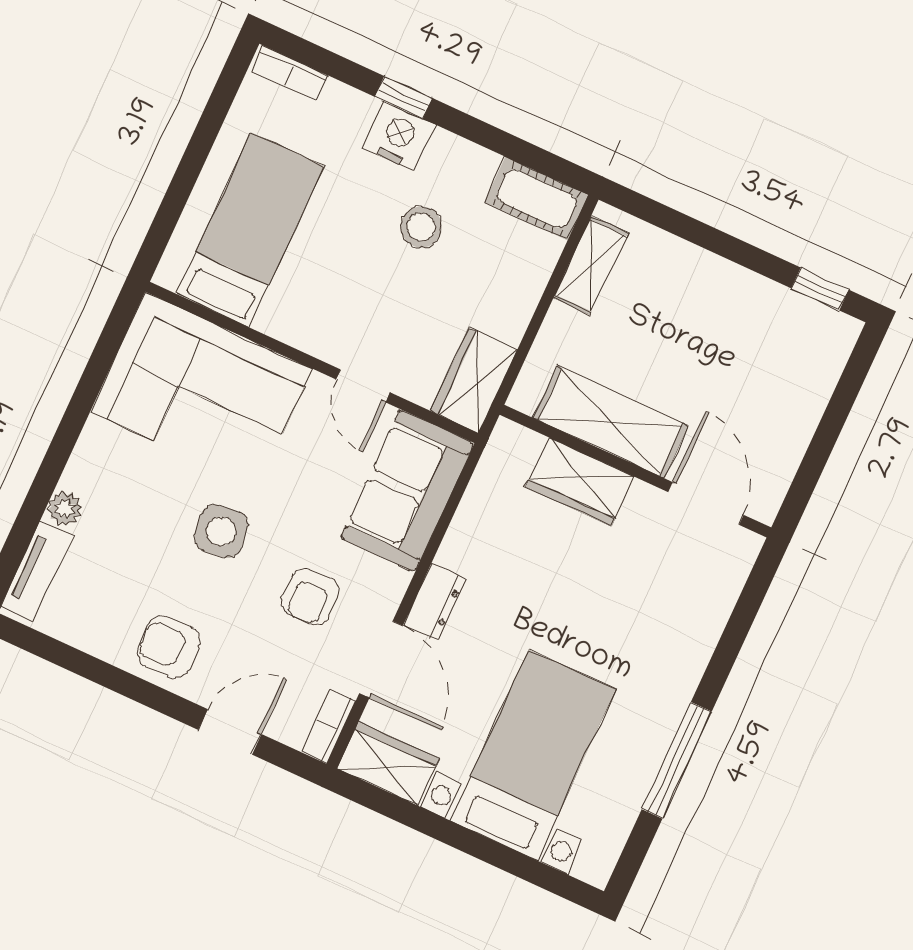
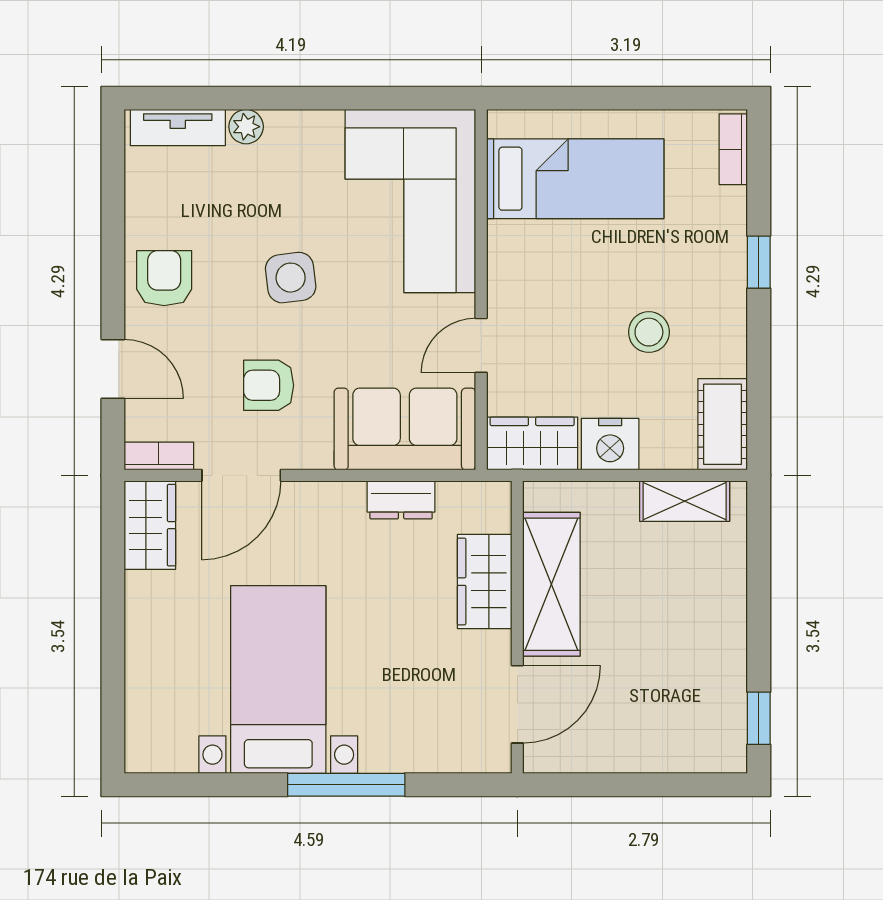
nightstand: (399, 136) -> (610, 444), moved, turned 90
dresser: (435, 602) -> (401, 500), moved
bed with nightstands: (533, 755) -> (278, 680), moved, turned -90
window: (677, 760) -> (346, 785), moved

